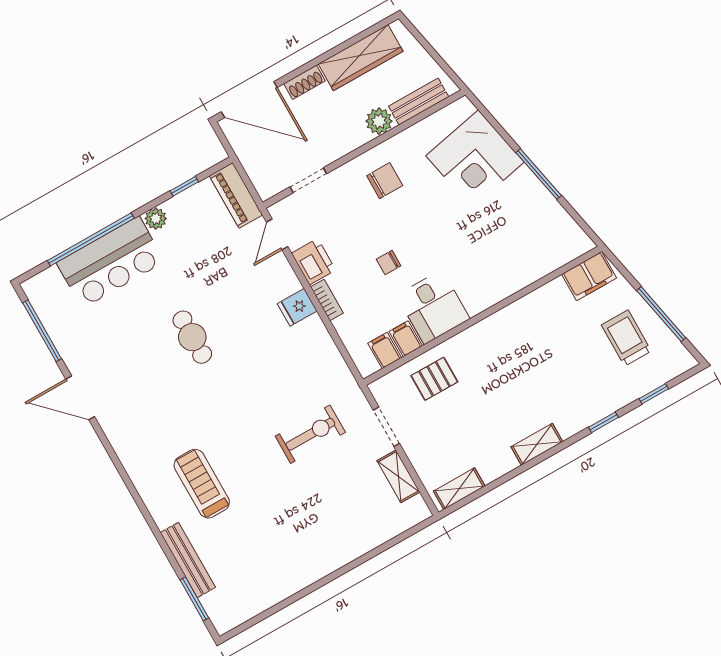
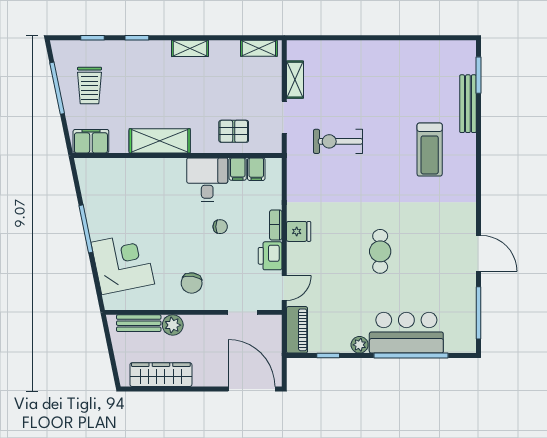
shoe rack: (305, 82) -> (208, 379), removed
chair: (385, 181) -> (192, 283), turned -82
shelving: (512, 321) -> (160, 141), added

